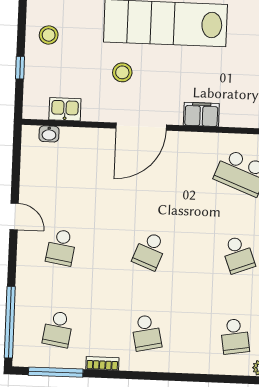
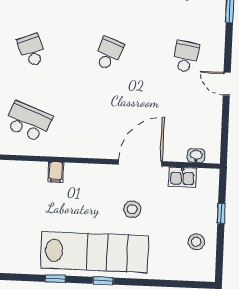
filing cabinet: (201, 114) -> (56, 172), width x0.50
door: (141, 127) -> (140, 163), moved

